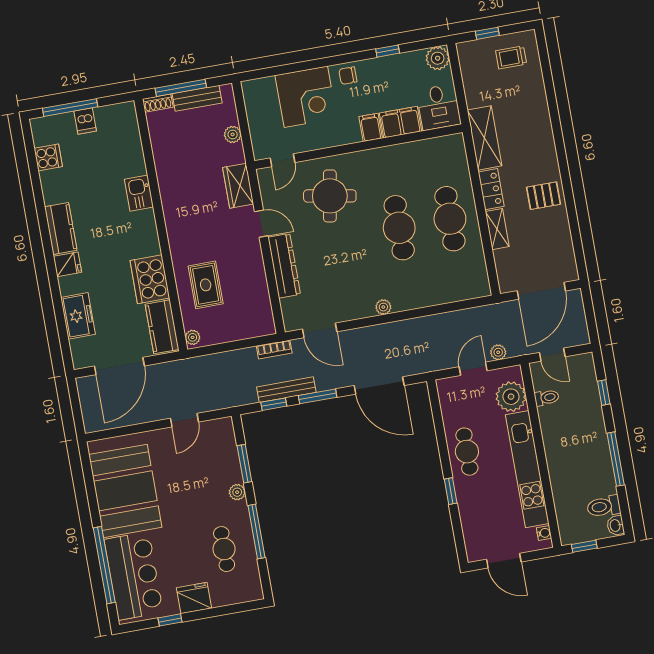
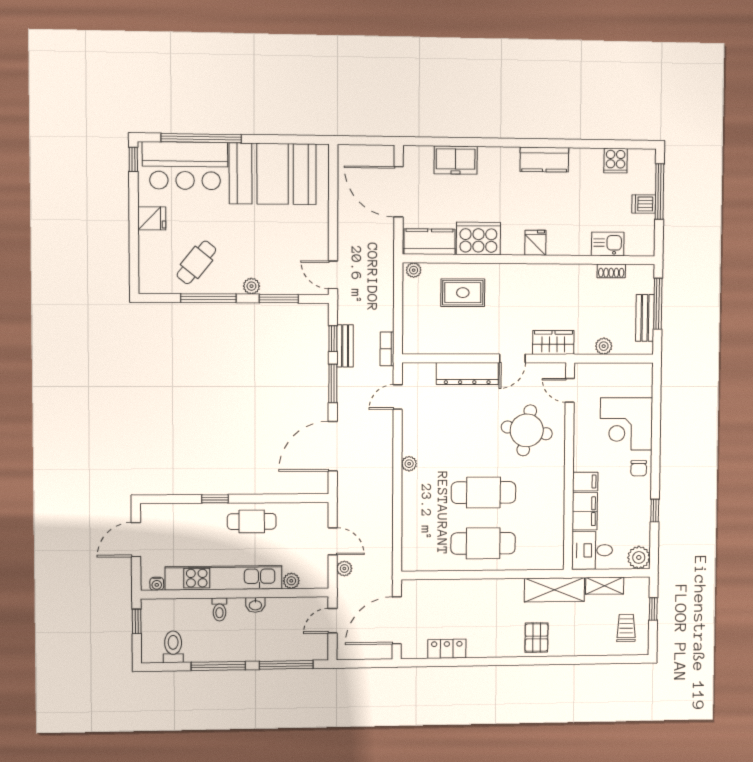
chair: (348, 76) -> (639, 468), turned 180
shoe rack: (158, 103) -> (611, 271), moved, turned -90
locker: (491, 189) -> (447, 649), moved, turned 180
kitchen sink: (139, 193) -> (608, 244), moved
pallet: (543, 196) -> (536, 638), moved
shelving: (497, 229) -> (605, 586), moved
fridge: (67, 264) -> (535, 243), moved, turned 180
door: (541, 291) -> (397, 620), hinge flipped
door: (320, 330) -> (398, 397), width x0.73
bench: (286, 390) -> (345, 346), width x0.73
window: (604, 392) -> (286, 665), width x2.17
plant: (511, 397) -> (291, 581), width x0.53, depth x0.53
toilet: (547, 398) -> (219, 609), moved
door: (184, 420) -> (333, 275), moved
washbasin: (616, 525) -> (255, 605), moved, turned 180
cafe table: (224, 549) -> (196, 262), turned -51
fridge: (194, 598) -> (152, 218), width x0.72
window: (170, 620) -> (133, 159), moved

